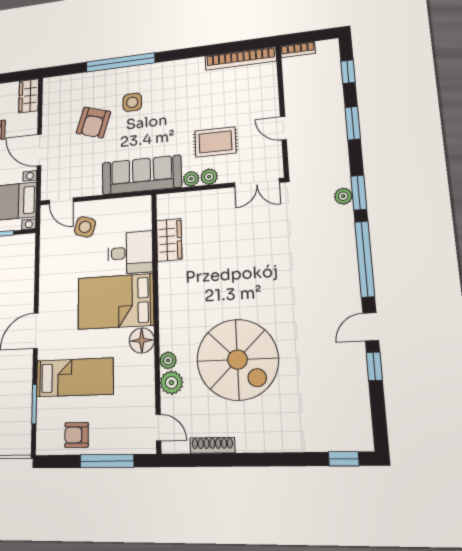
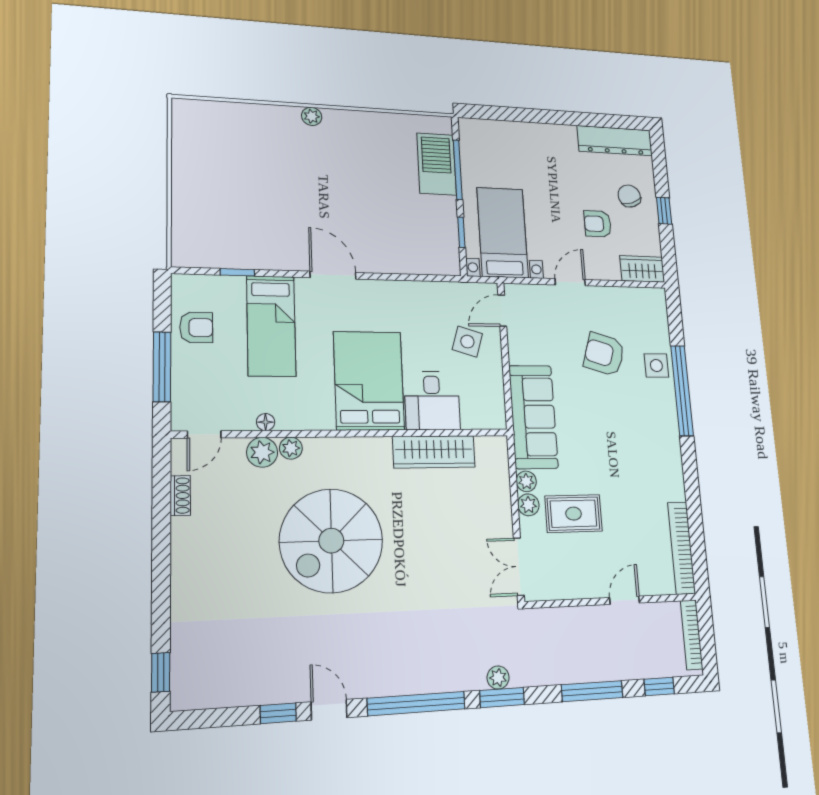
bookcase: (298, 50) -> (692, 635), width x1.56
side table: (132, 102) -> (656, 366), moved
window: (353, 123) -> (592, 691), width x1.44
door: (283, 128) -> (625, 600), moved
rug: (215, 142) -> (574, 514), turned 90
door: (39, 150) -> (570, 282), width x0.73
wardrobe: (169, 240) -> (434, 452), width x1.50
floor lamp: (142, 340) -> (266, 422), moved, width x0.53, depth x0.53
spiral stairs: (237, 360) -> (331, 541), moved
window: (34, 404) -> (237, 272), width x0.67
armchair: (77, 435) -> (196, 327), turned 90
shoe rack: (212, 445) -> (180, 496), width x0.70

